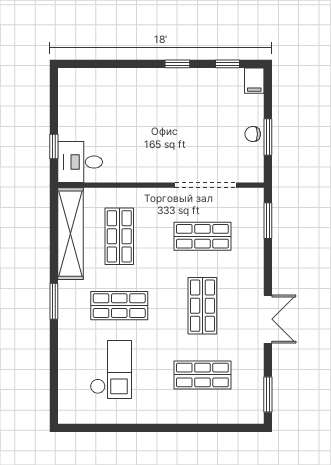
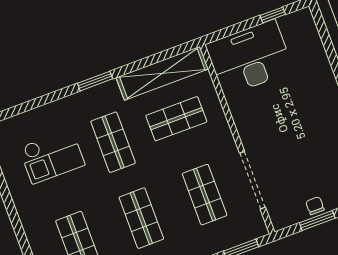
window: (54, 146) -> (273, 15), moved
desk: (80, 162) -> (250, 58), width x1.87, depth x1.30
shop shelf: (202, 306) -> (141, 218), turned 90

